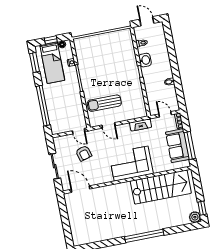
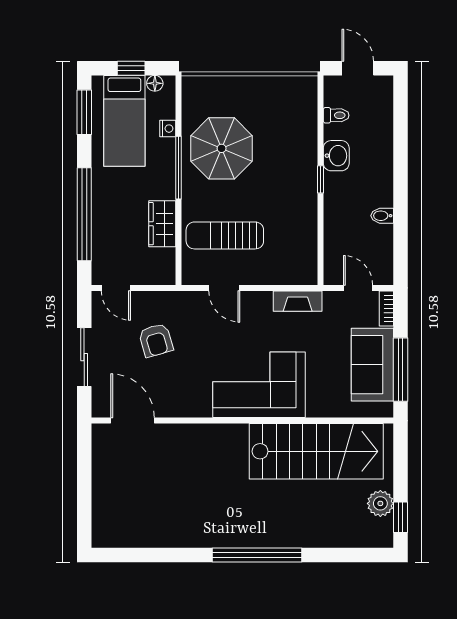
parasol: (96, 66) -> (222, 148), added
wardrobe: (77, 103) -> (162, 224), added
door: (79, 131) -> (116, 288), moved
plant: (195, 217) -> (380, 503), moved

